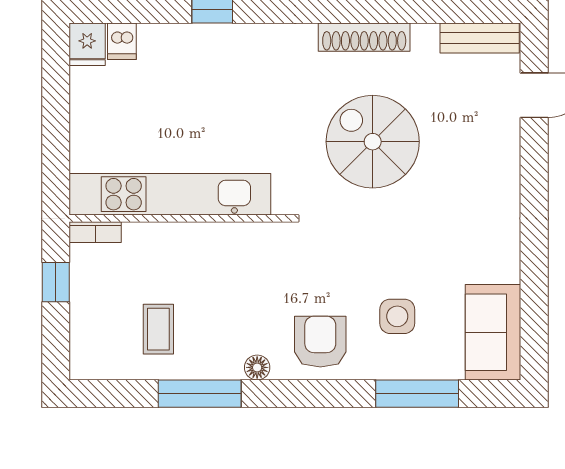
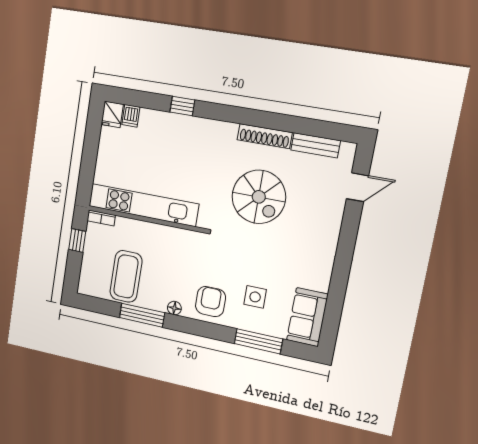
bench: (480, 38) -> (316, 145), moved
spiral stairs: (373, 142) -> (259, 197), turned 180
coffee table: (158, 329) -> (126, 276), width x1.86, depth x1.72

